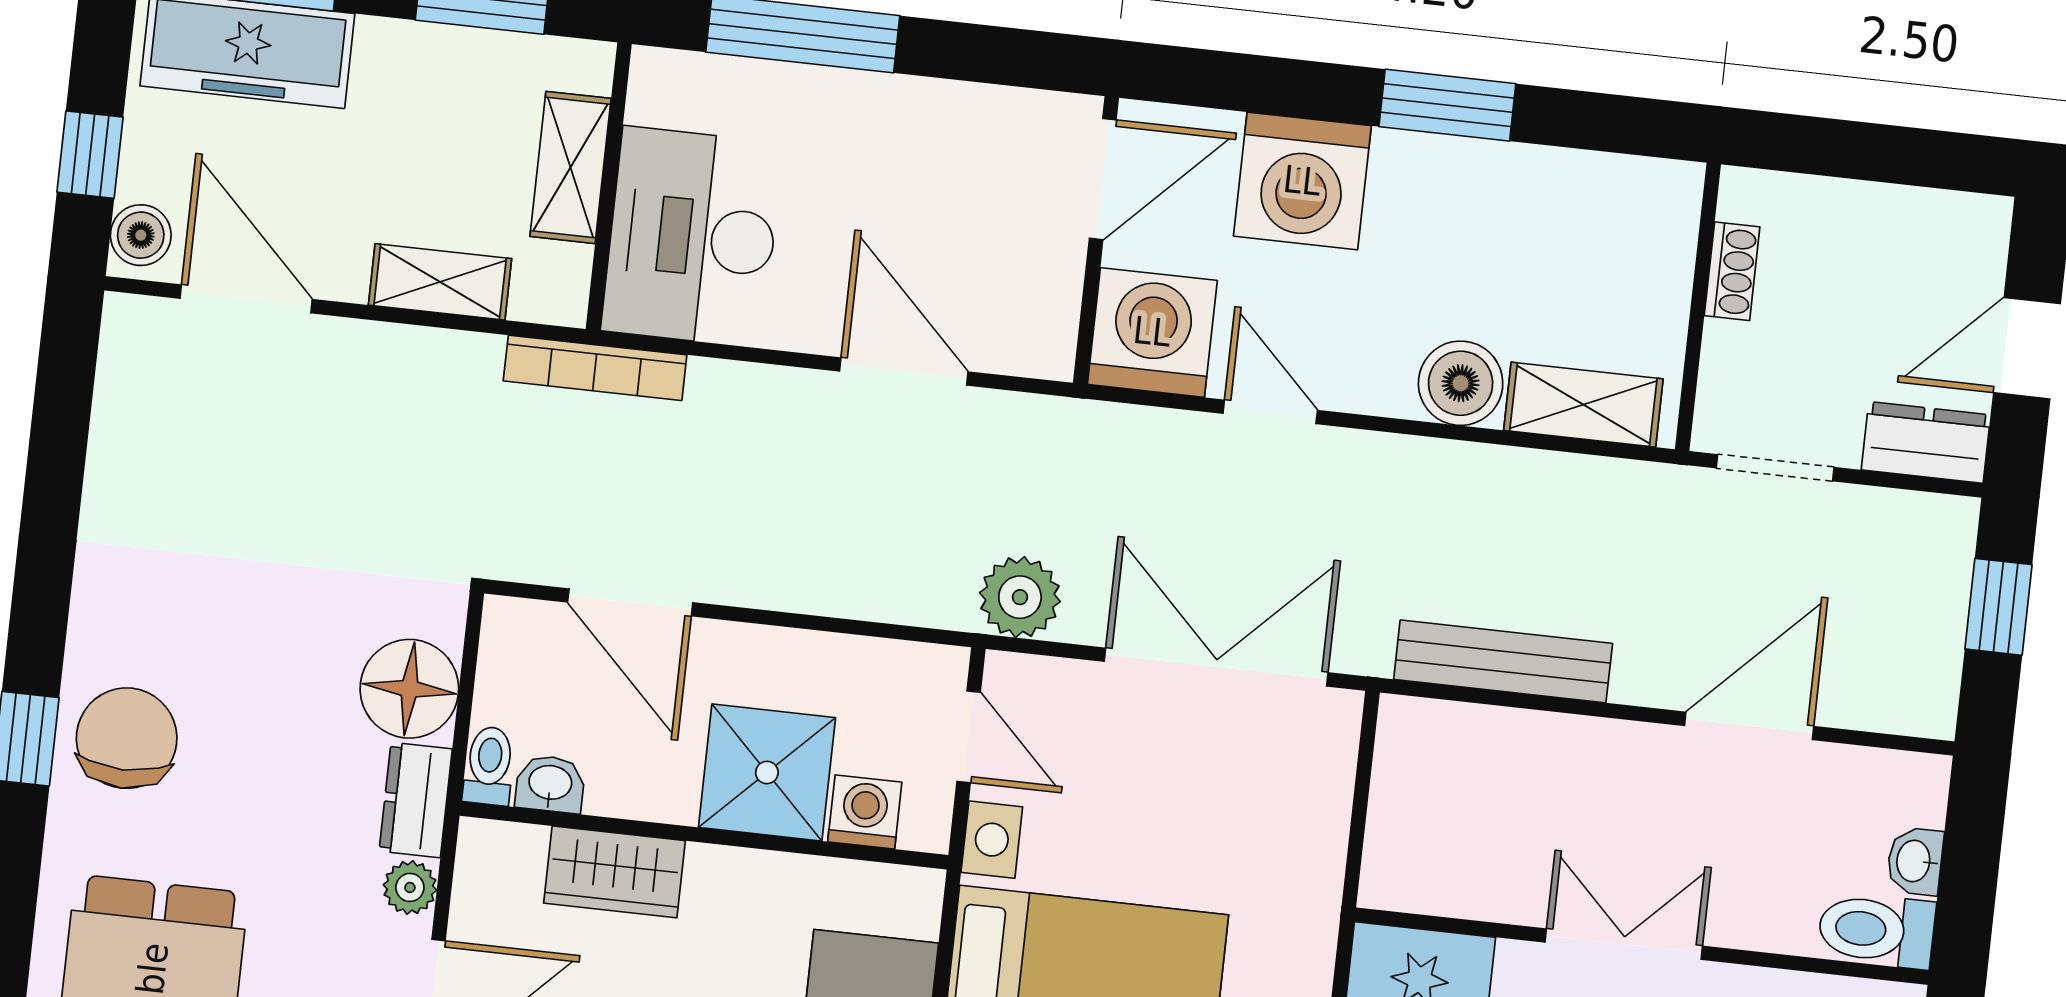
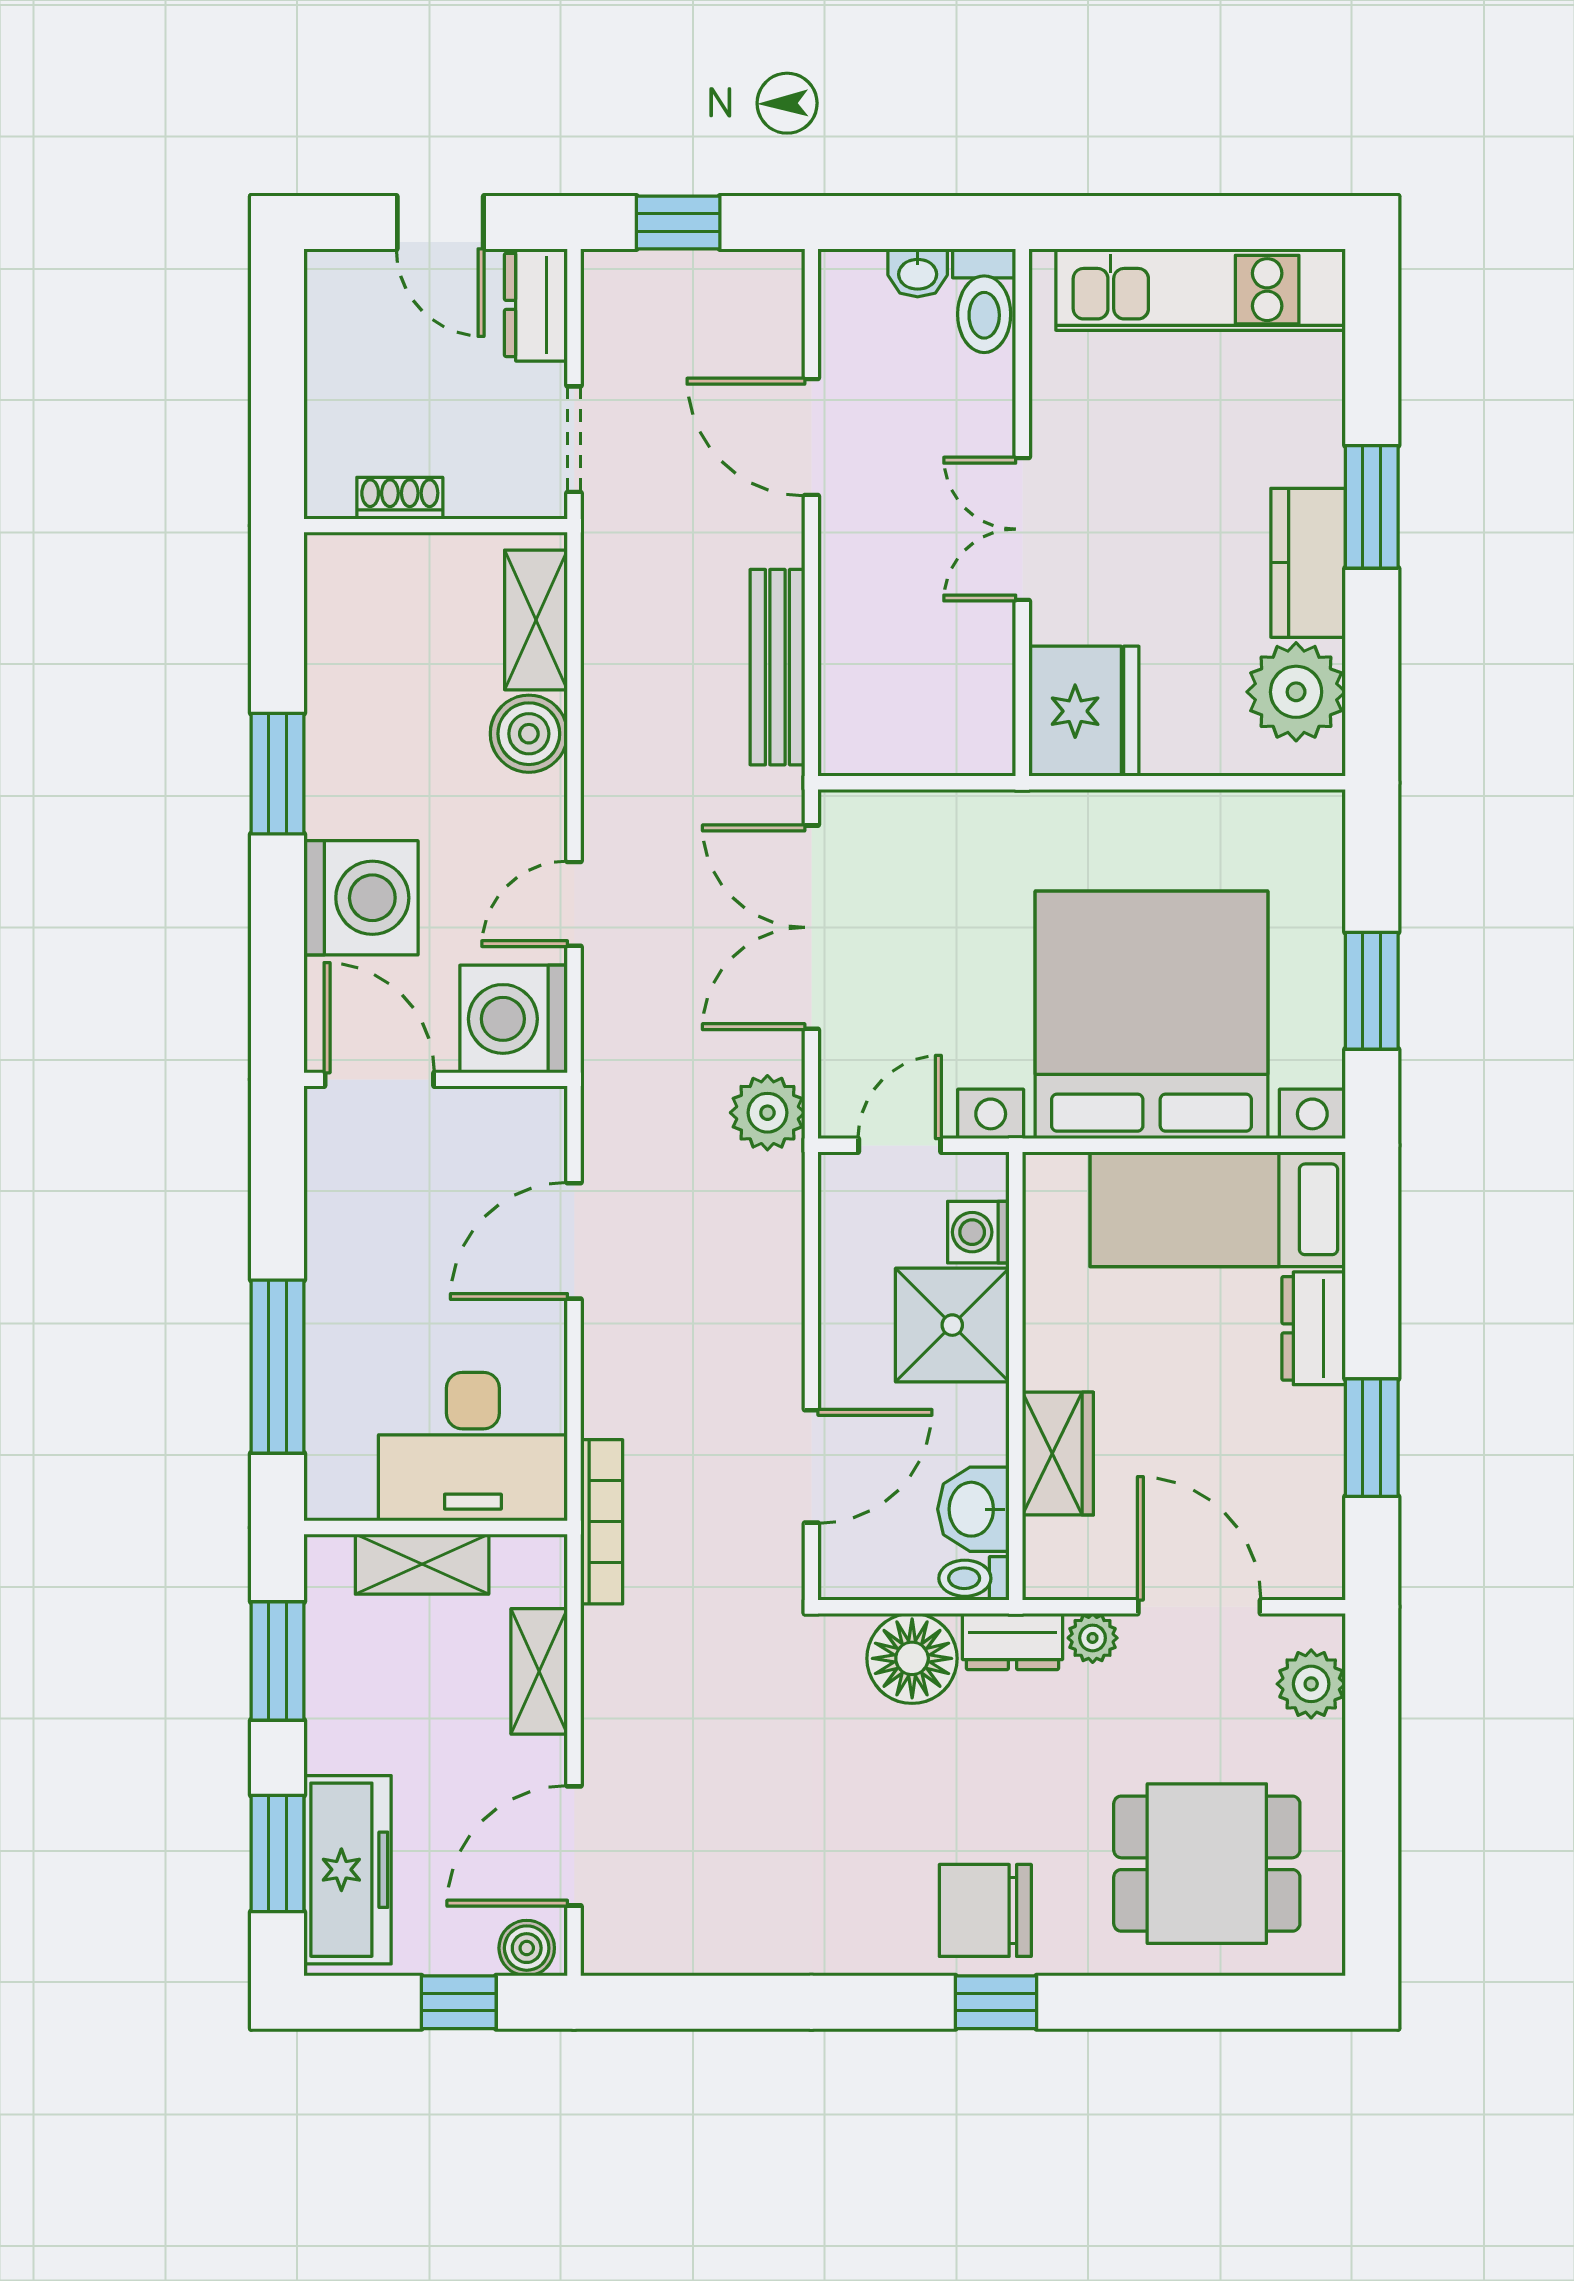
washbasin: (550, 784) -> (973, 1509), width x1.38, depth x1.45

